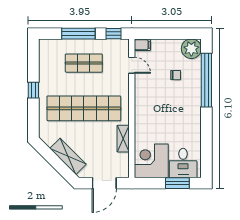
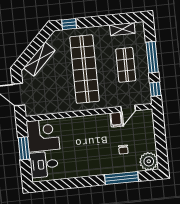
filing cabinet: (142, 45) -> (116, 120), moved
window: (206, 80) -> (122, 178), width x0.68
window: (33, 90) -> (69, 24), moved
shelving: (123, 139) -> (122, 29), moved
window: (177, 183) -> (24, 148), moved

